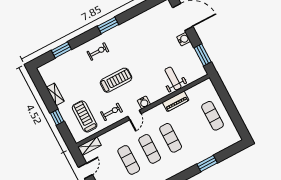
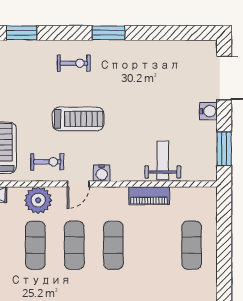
plant: (118, 135) -> (38, 200), added

